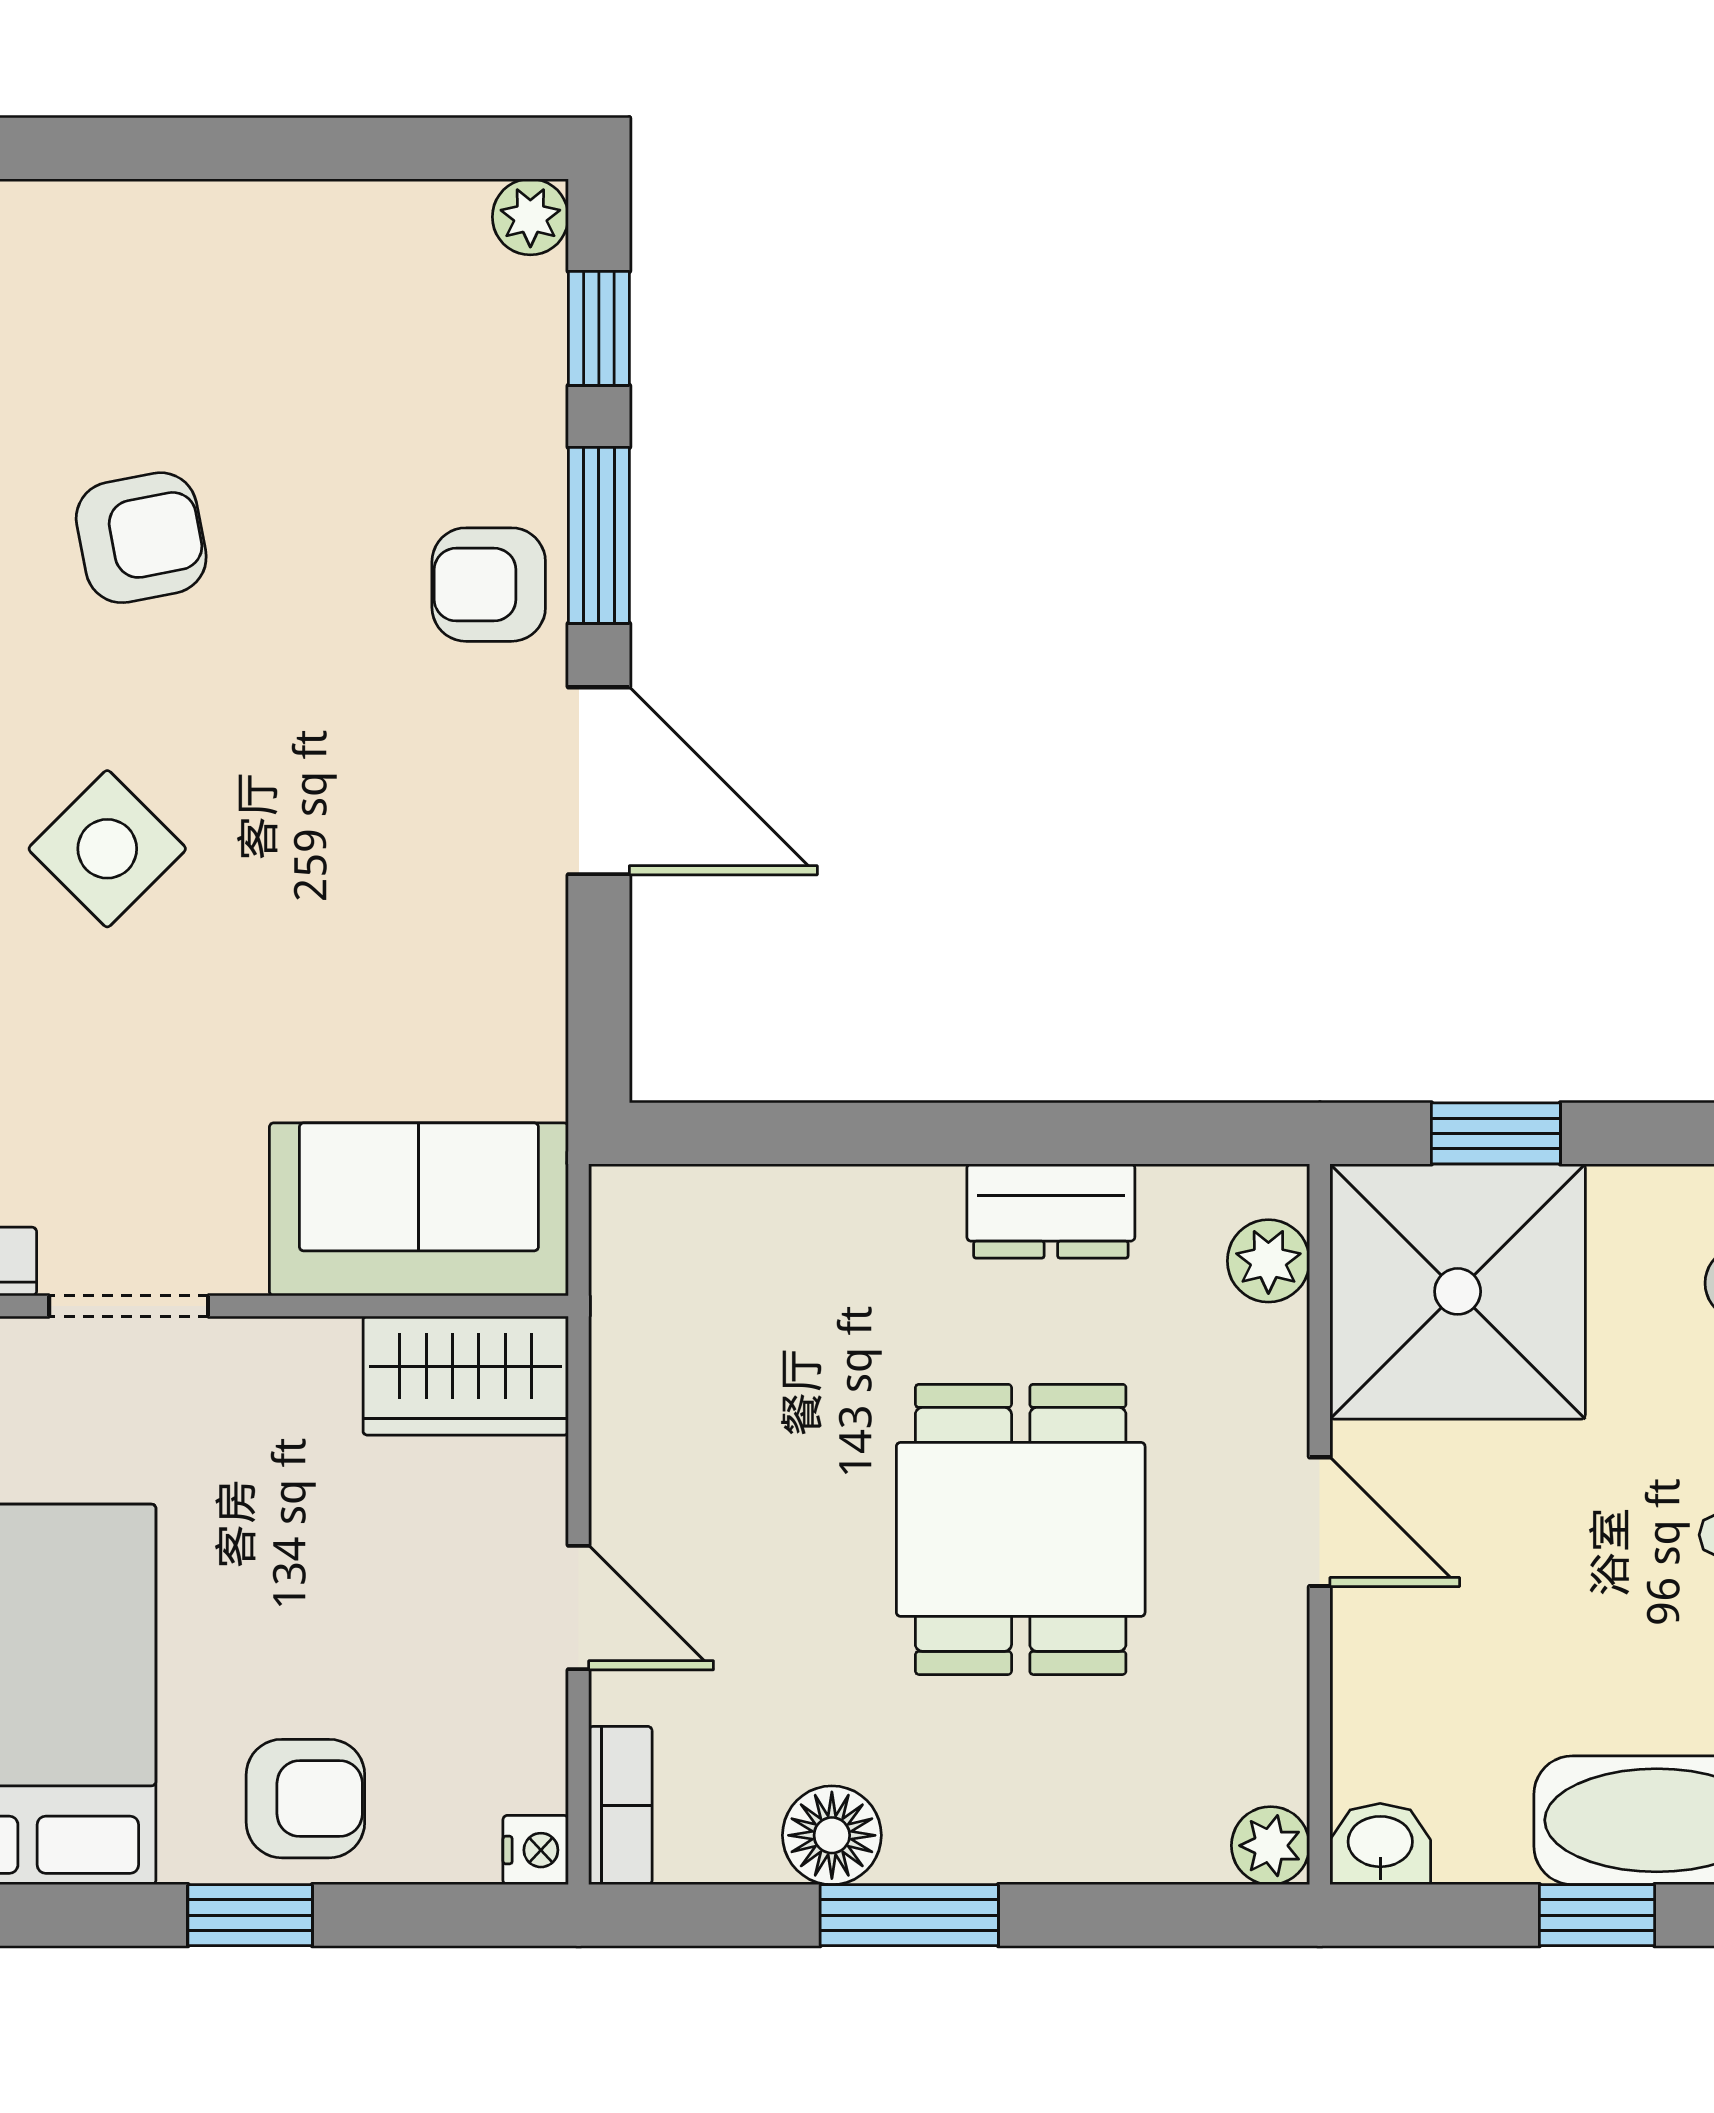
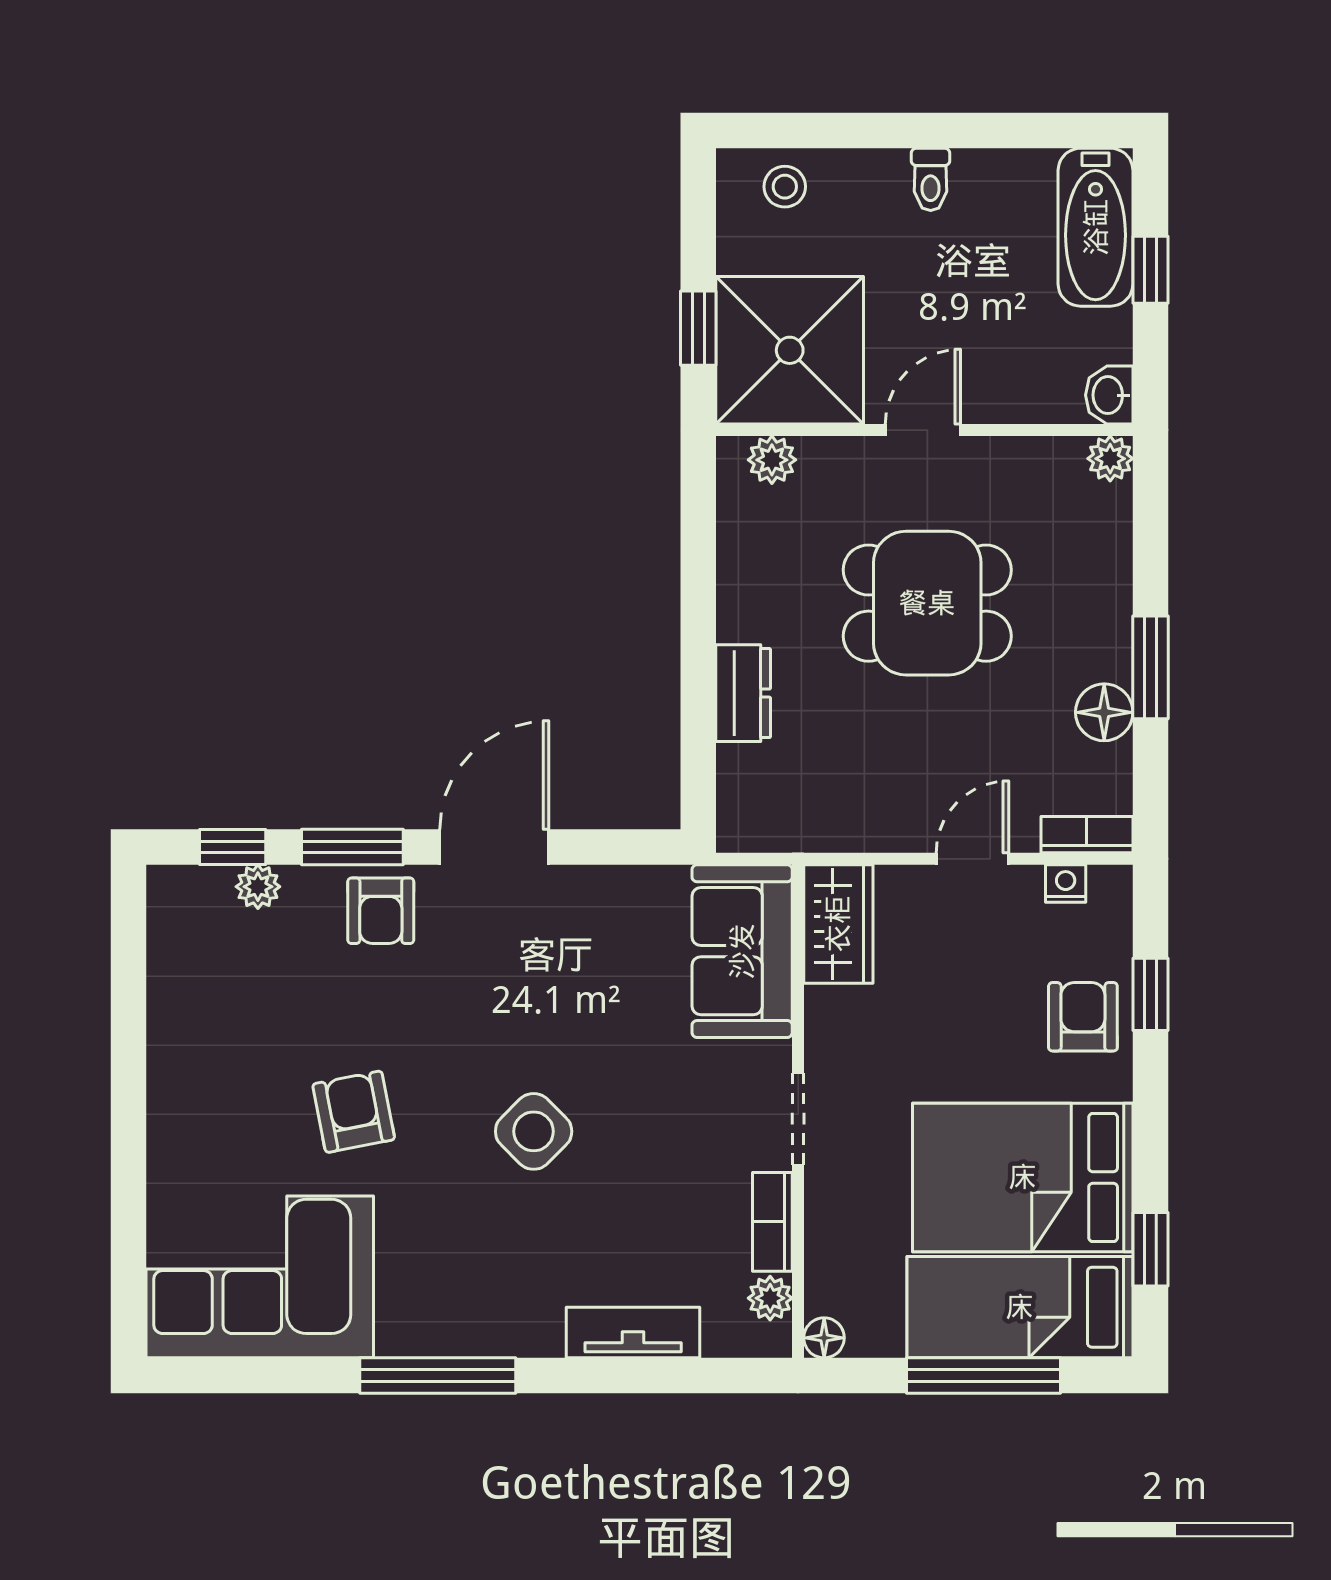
plant: (530, 217) -> (258, 887), moved
dresser: (1051, 1211) -> (743, 693), moved
nightstand: (536, 1850) -> (1066, 884), moved
window: (250, 1915) -> (1150, 994), moved

